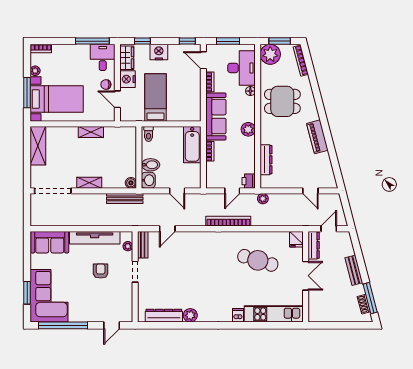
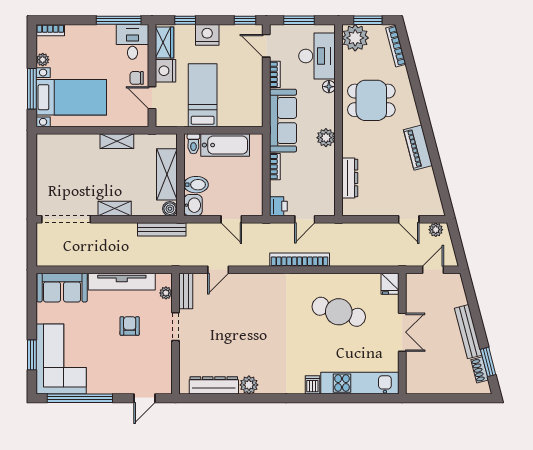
bathtub: (192, 145) -> (225, 145), moved, turned -90
shelving: (38, 146) -> (167, 174), moved
printer: (249, 181) -> (278, 206), moved, turned 180
plant: (263, 199) -> (436, 230), moved
dresser: (314, 245) -> (413, 292), removed
bench: (354, 270) -> (468, 332), width x1.36
window: (370, 298) -> (488, 362), width x0.69

